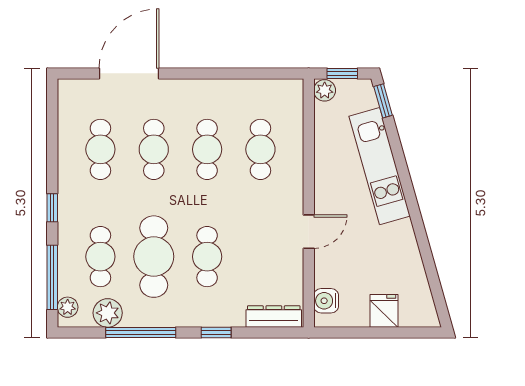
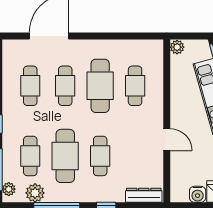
window: (342, 73) -> (189, 36), removed
cafe table: (207, 149) -> (100, 86), width x1.37, depth x1.35
door: (309, 232) -> (167, 140), hinge flipped
water cooler: (326, 301) -> (198, 194), moved, turned -90

